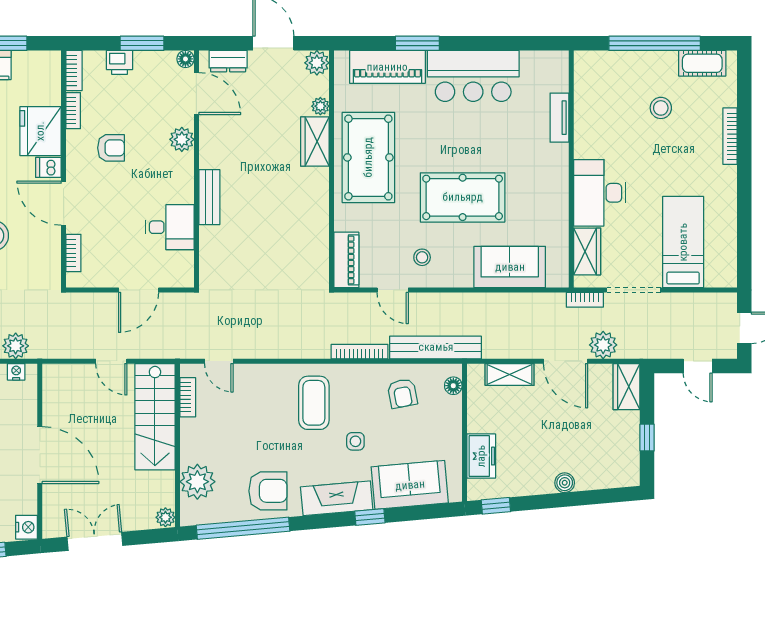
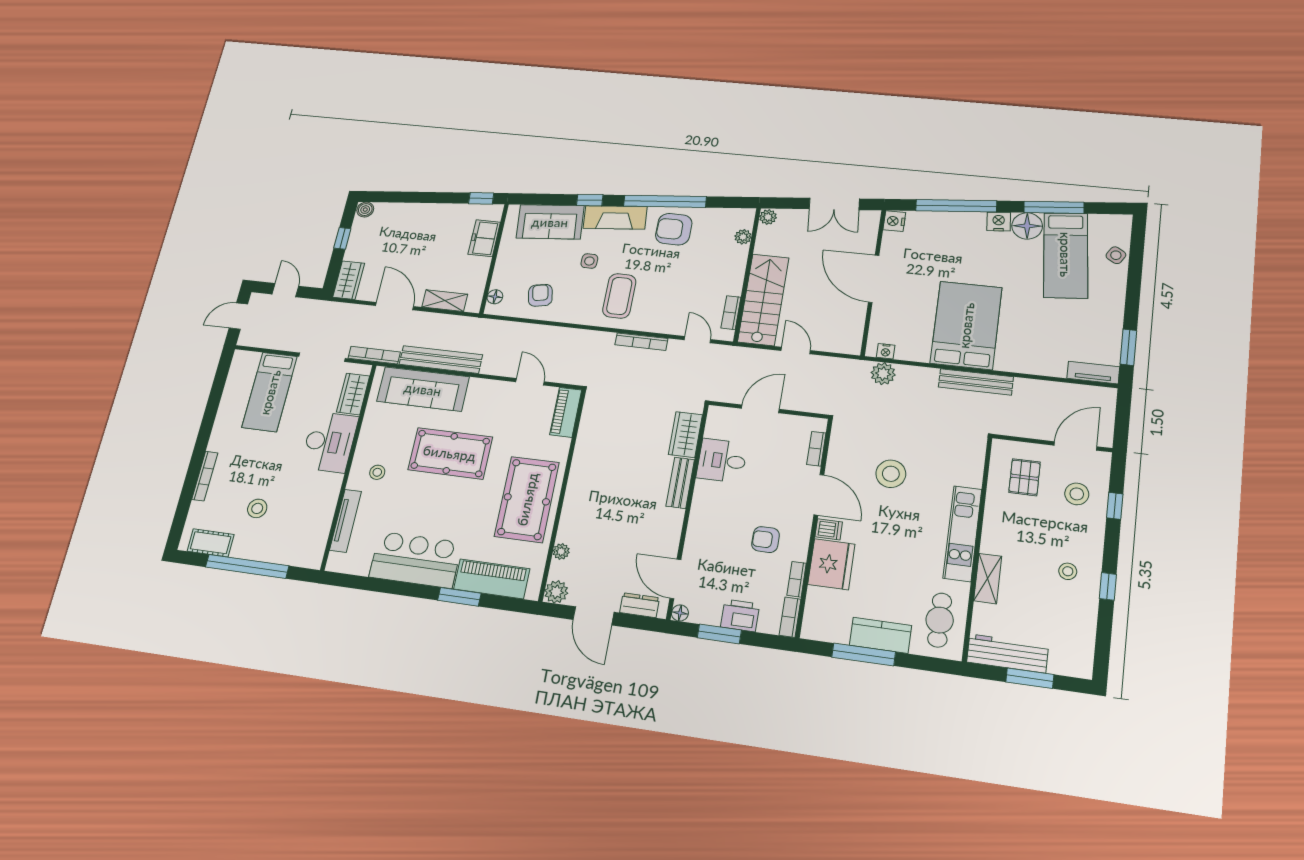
printer: (120, 62) -> (740, 615), width x1.36, depth x1.24
tv unit: (559, 118) -> (346, 521), width x1.41
plant: (182, 139) -> (697, 538), removed
wardrobe: (315, 142) -> (685, 435), moved, turned 180
stool: (422, 257) -> (377, 472), moved
sofa: (510, 267) -> (423, 389), width x1.36
bookcase: (585, 300) -> (374, 355), width x1.56
plant: (603, 345) -> (359, 316), removed
bench: (436, 347) -> (441, 359), moved
bookcase: (360, 352) -> (641, 342), moved
plant: (197, 482) -> (743, 237), width x0.53, depth x0.53
boiler: (565, 483) -> (365, 210), moved
window: (243, 528) -> (665, 201), moved

